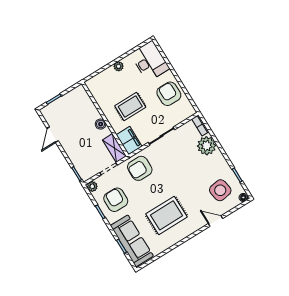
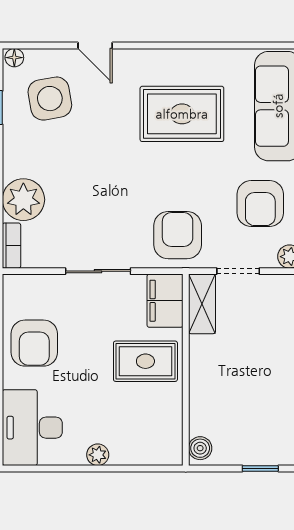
rug: (130, 107) -> (145, 361), moved
boiler: (101, 124) -> (200, 448), moved
armchair: (140, 168) -> (178, 235), turned -90

